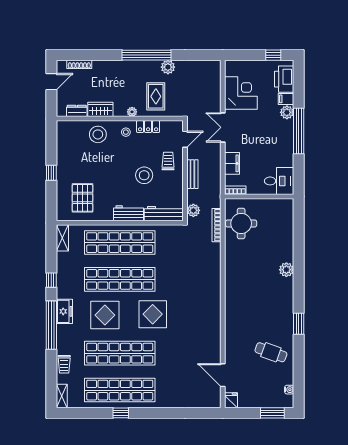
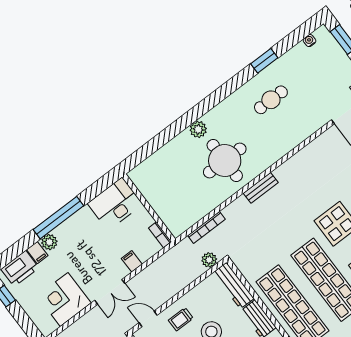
filing cabinet: (232, 163) -> (132, 261), width x0.50
bench: (192, 174) -> (261, 188), moved
desk: (279, 181) -> (115, 204), width x1.37
round table: (241, 223) -> (225, 161), moved, width x1.36, depth x1.36
window: (299, 324) -> (264, 61), moved
cafe table: (271, 352) -> (271, 100), moved, turned 70

